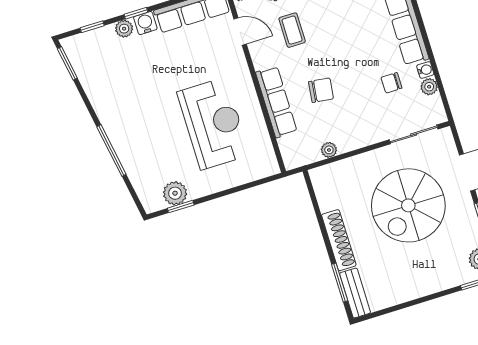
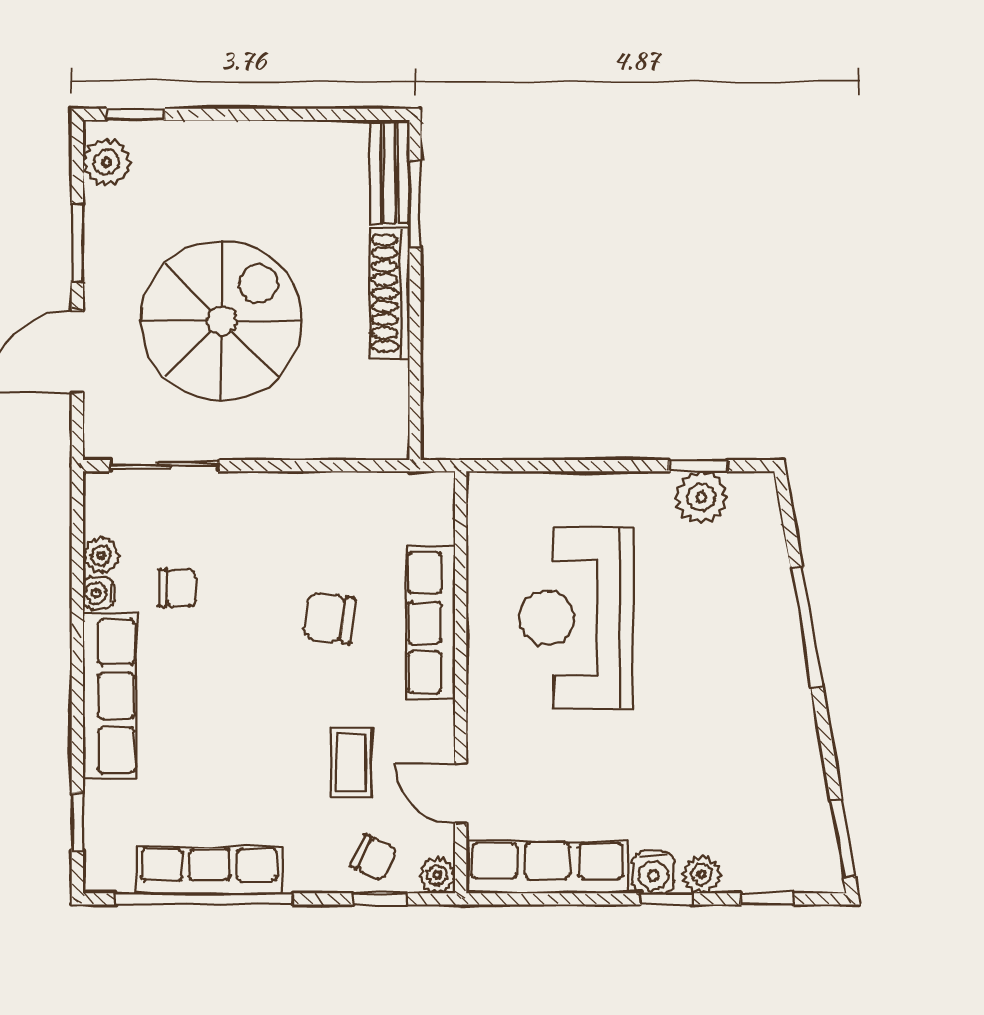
plant: (329, 150) -> (352, 488), removed

